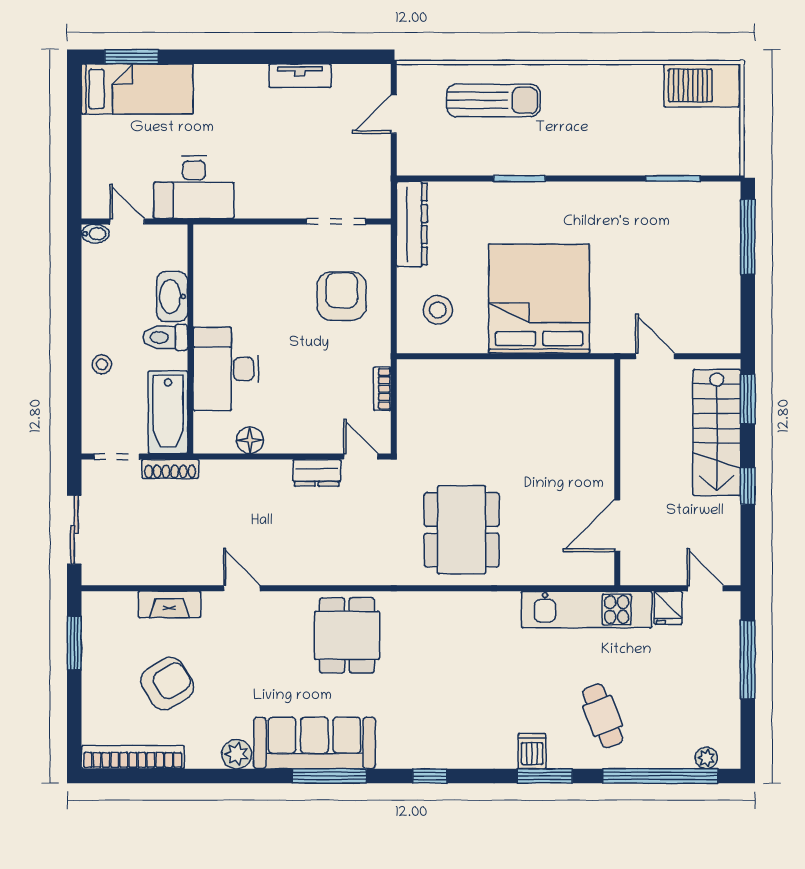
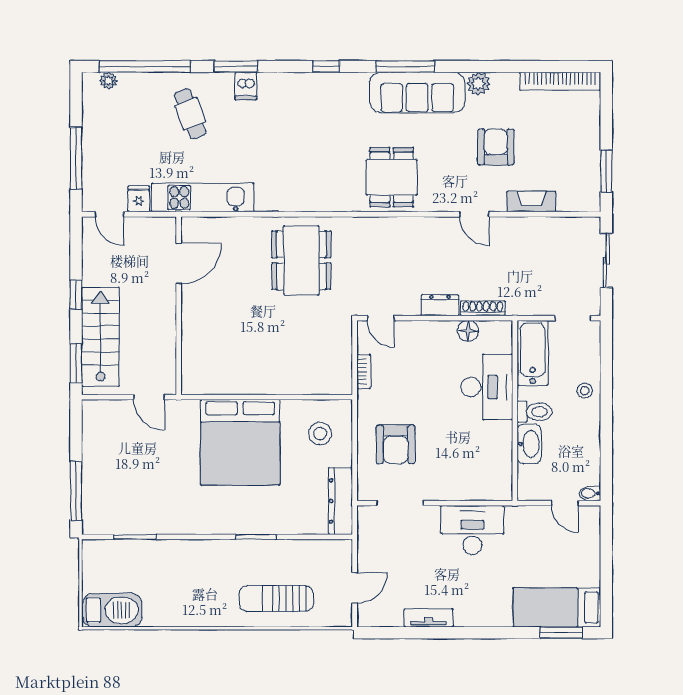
desk: (194, 187) -> (472, 530), moved
shoe rack: (170, 469) -> (483, 308), moved
dresser: (317, 473) -> (440, 305), moved
armchair: (167, 684) -> (496, 147), moved, turned 122

